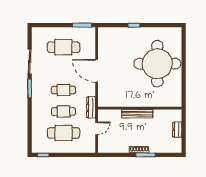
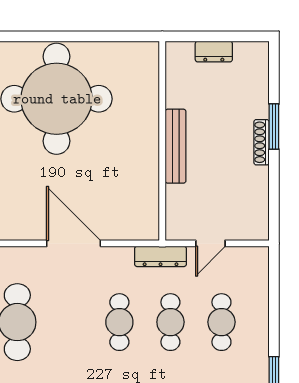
door: (97, 71) -> (74, 243), swing flipped
door: (97, 128) -> (210, 243), swing flipped
cafe table: (64, 133) -> (221, 322), width x0.73, depth x0.74

